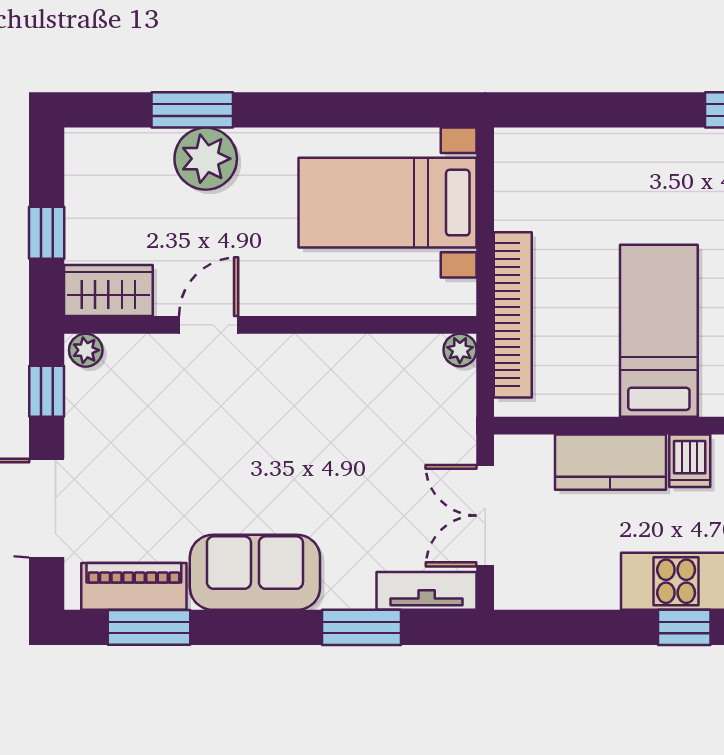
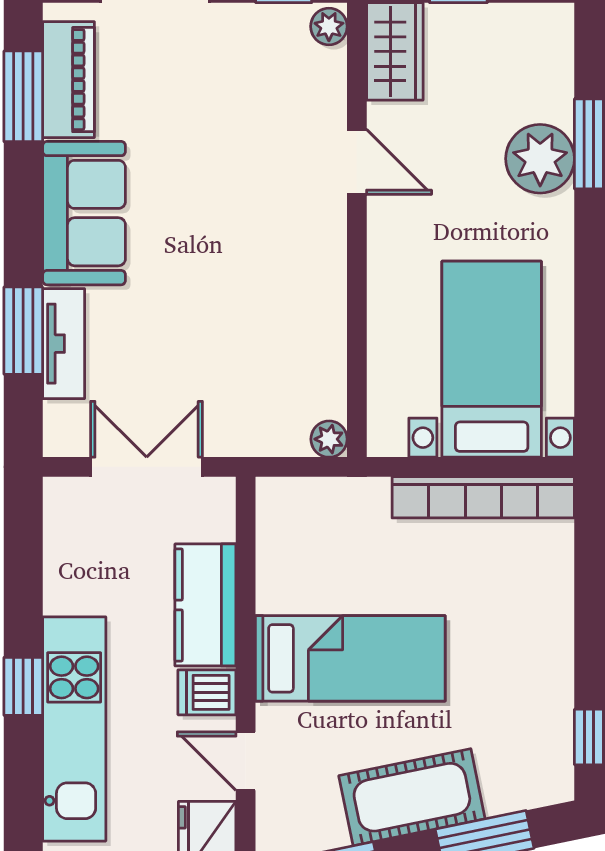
bookcase: (513, 315) -> (483, 497), moved
tv unit: (427, 591) -> (64, 344), moved

